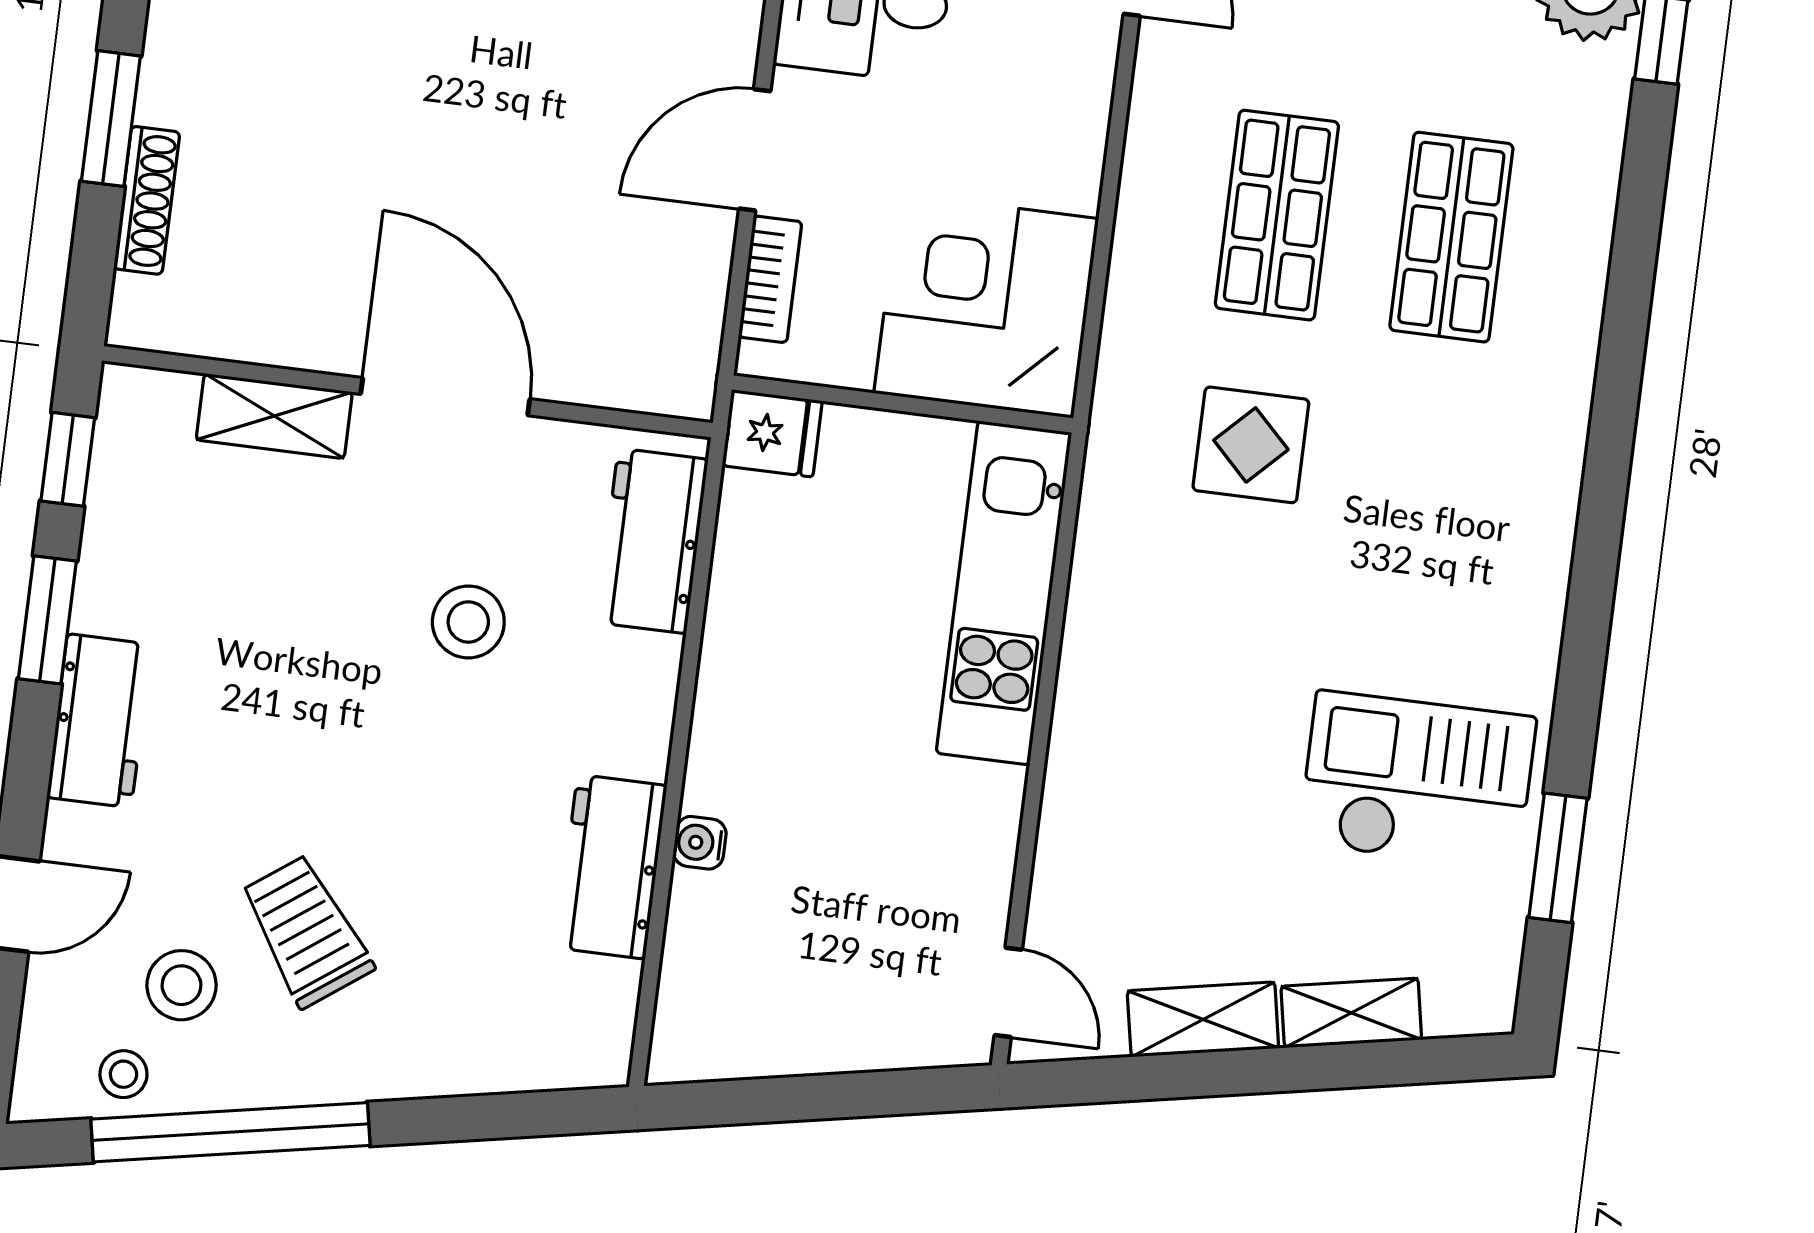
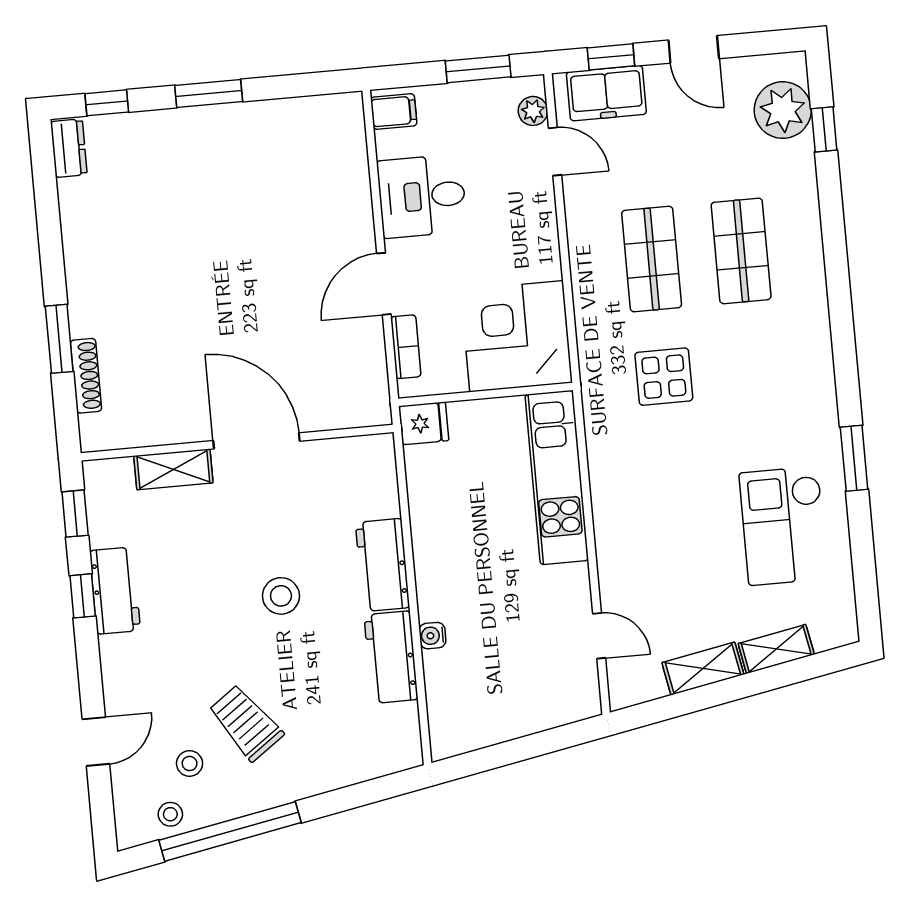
workbench: (652, 541) -> (382, 565), moved
window: (47, 620) -> (83, 596), width x0.67
stool: (468, 622) -> (281, 596), moved
workbench: (99, 721) -> (115, 591), moved
checkout: (1417, 781) -> (784, 526), turned -90
window: (1558, 858) -> (854, 458), moved
stool: (182, 985) -> (190, 763), width x0.73, depth x0.73
door: (1008, 992) -> (599, 636), moved

